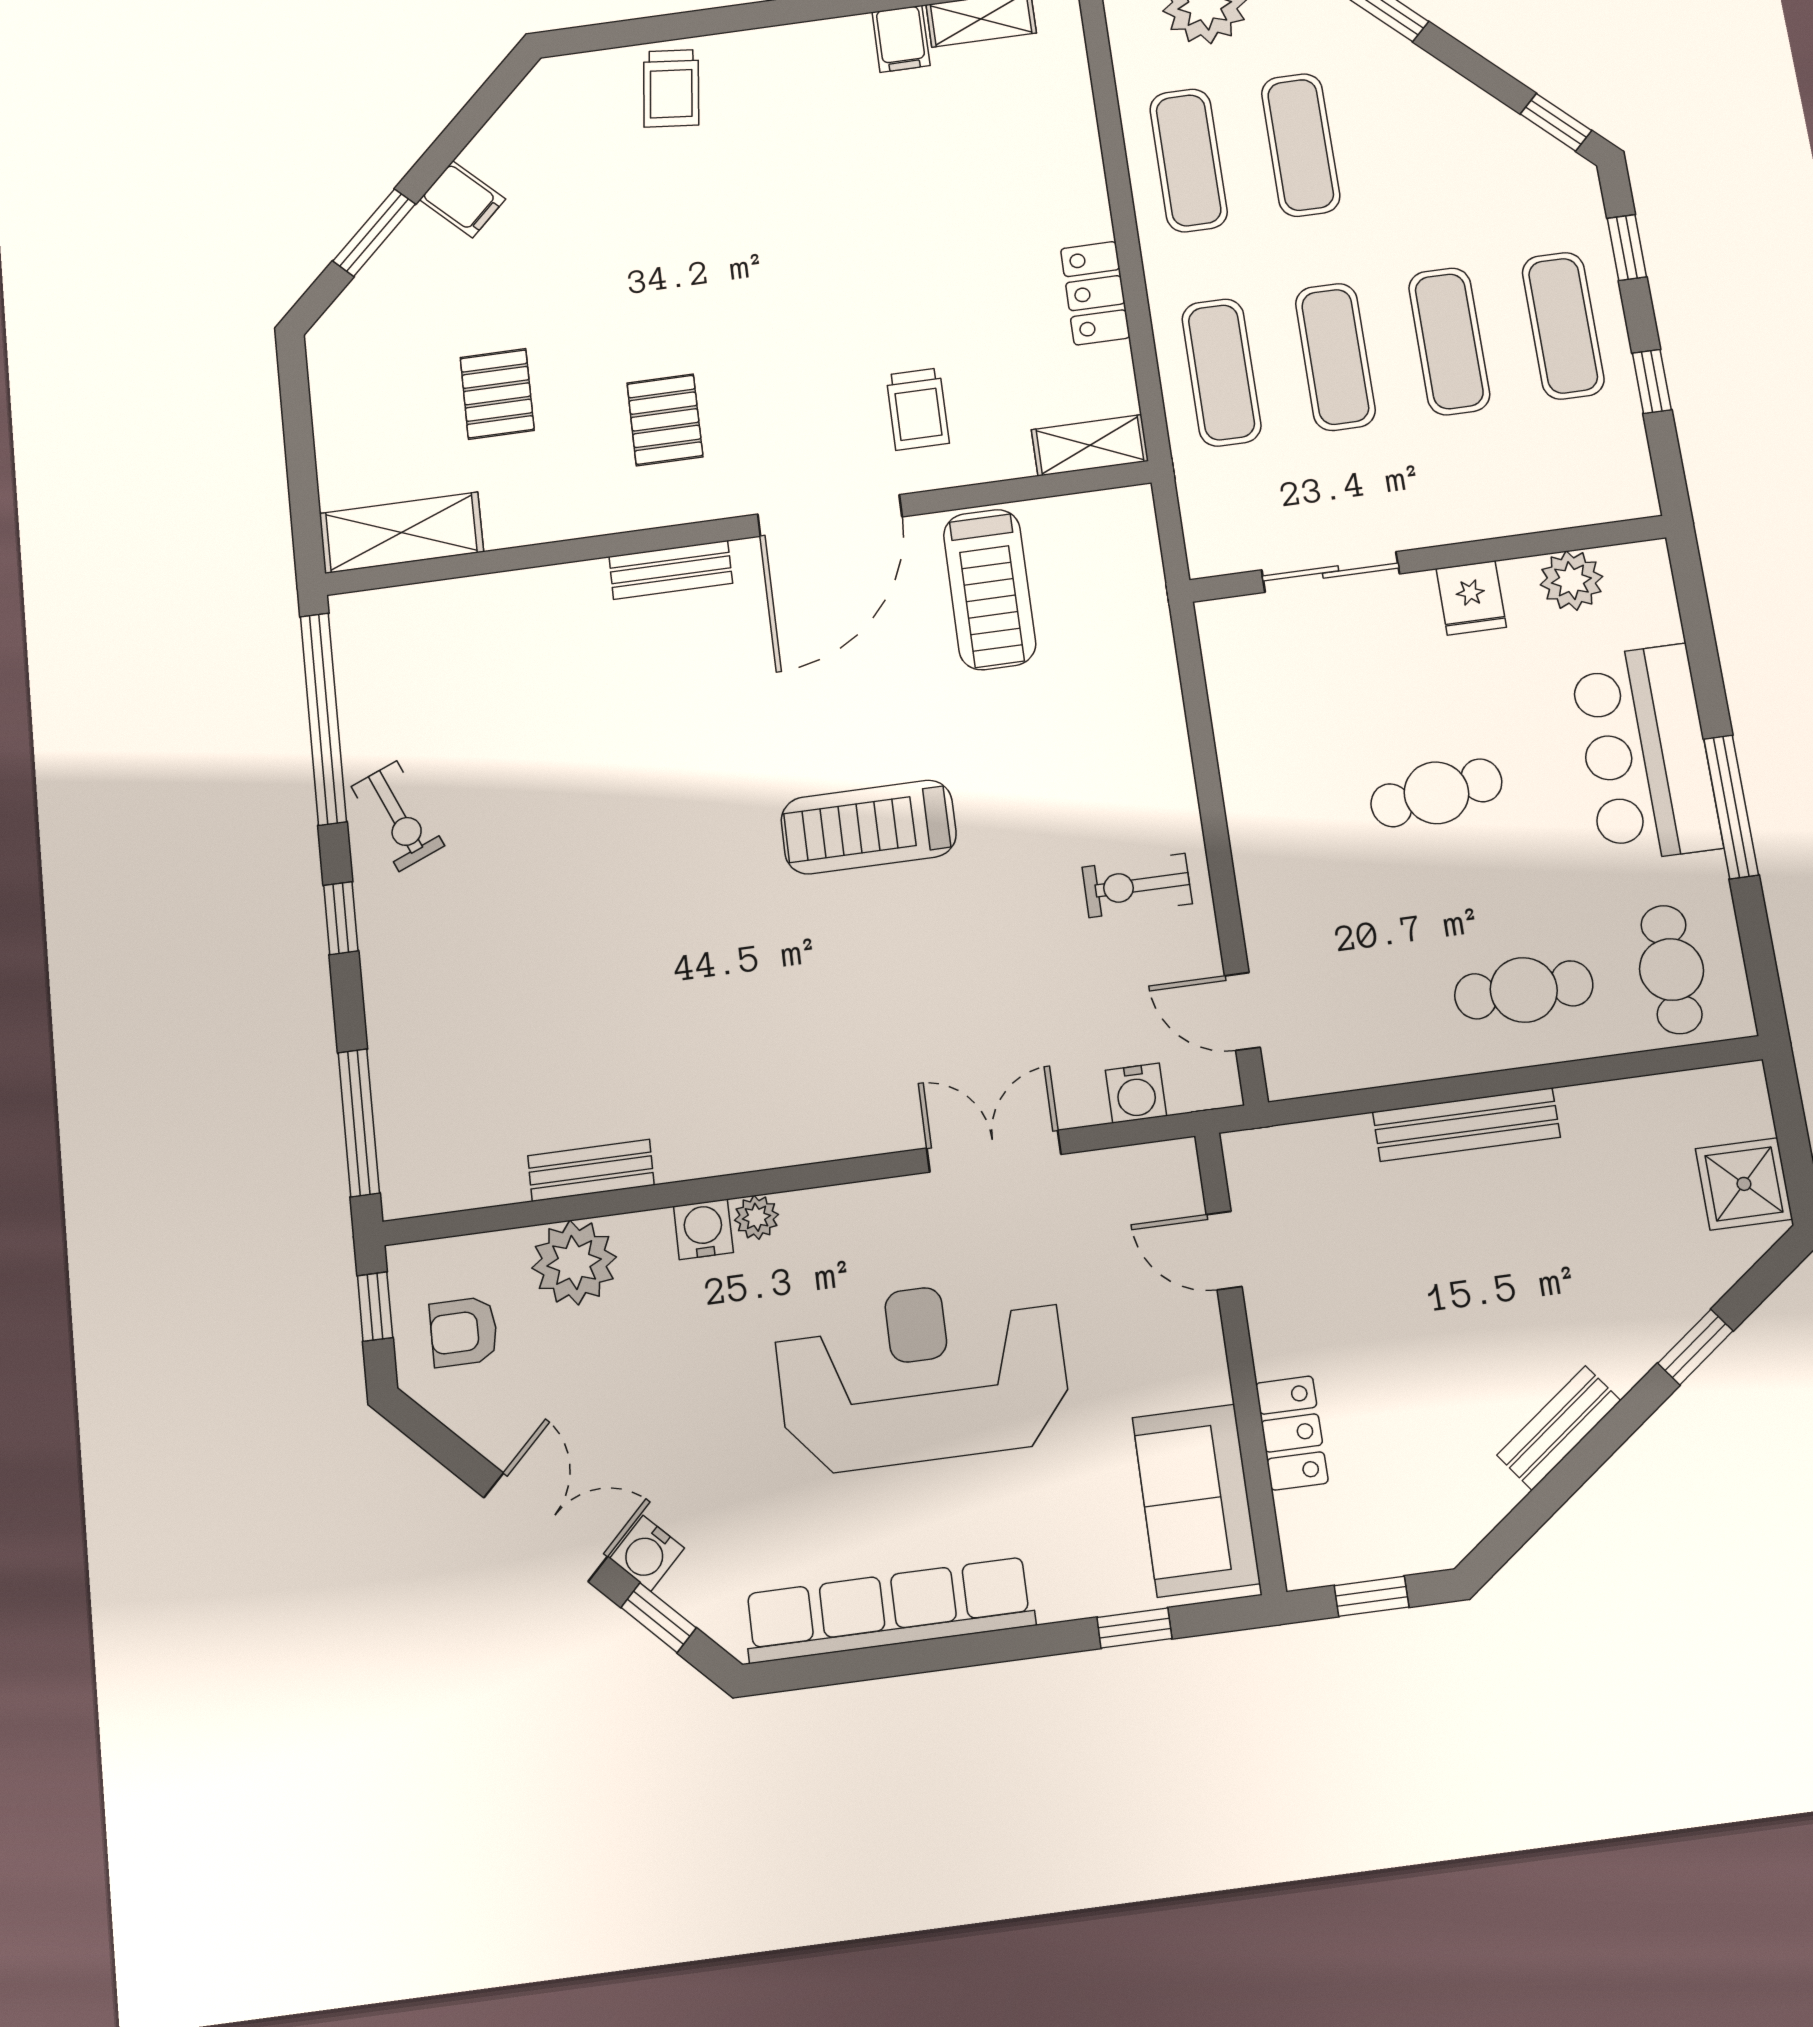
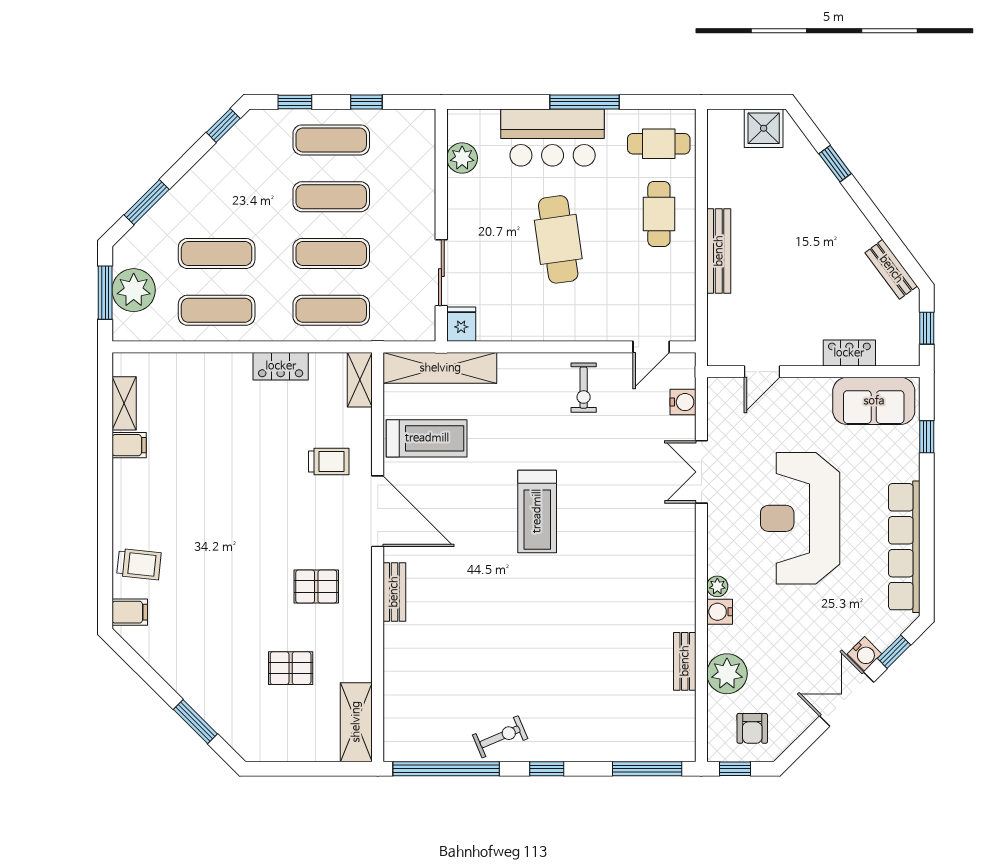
filing cabinet: (463, 199) -> (130, 612), moved, turned 45
shelving: (1136, 596) -> (440, 368), added
fridge: (1471, 598) -> (461, 324), moved, turned -90
cafe table: (1436, 793) -> (558, 239), width x1.37, depth x1.35
bench: (1559, 1428) -> (891, 269), moved

